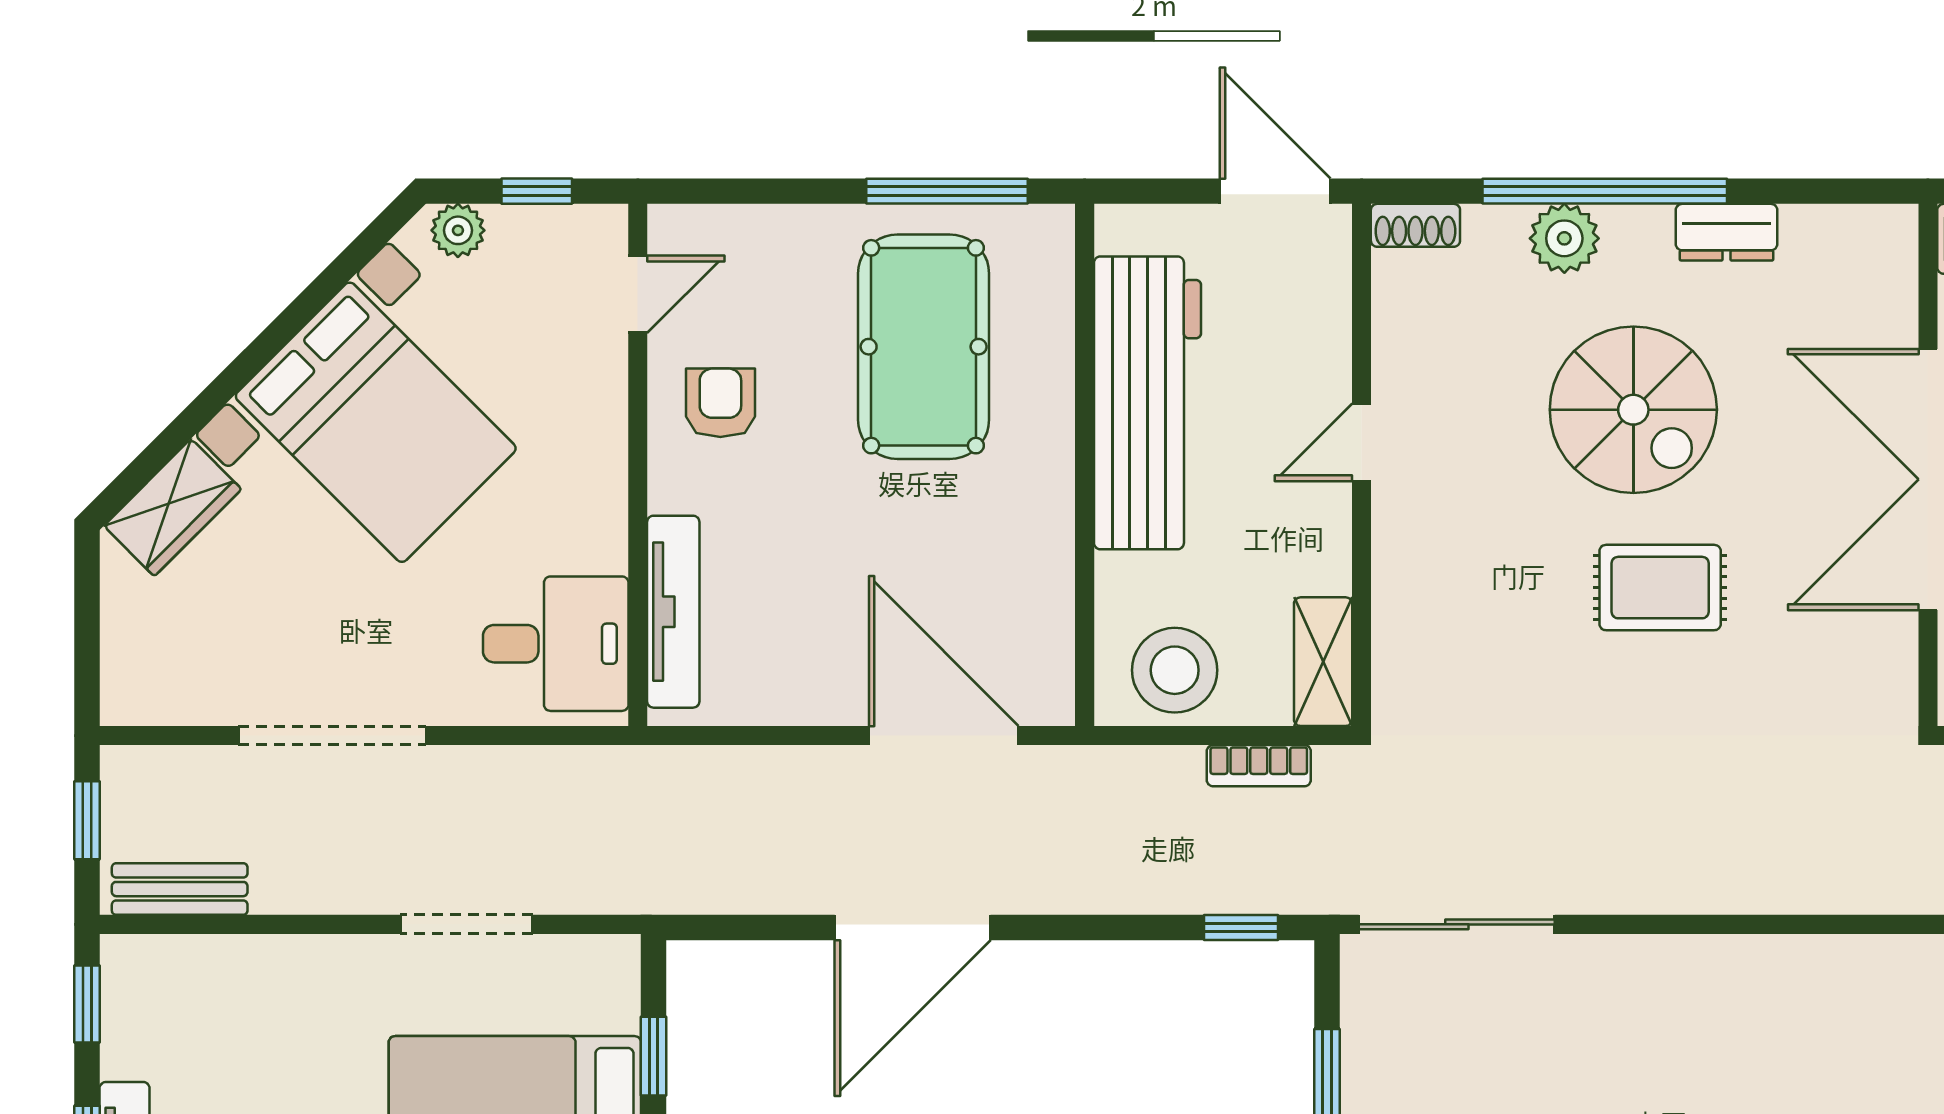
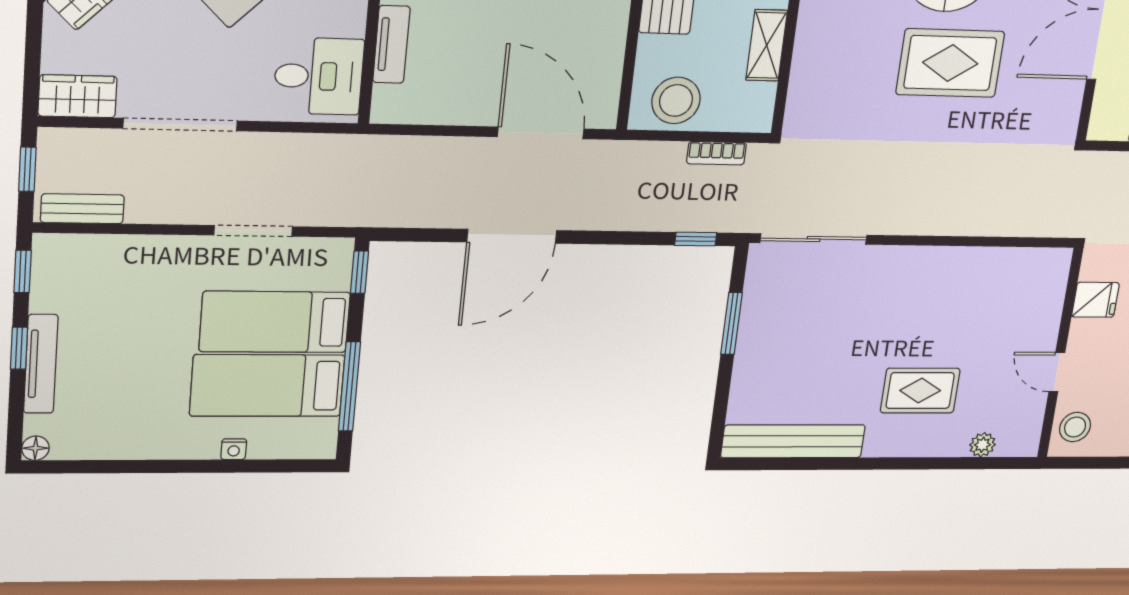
rug: (1660, 588) -> (950, 63), width x1.36, depth x1.43
tv unit: (673, 612) -> (391, 44), width x0.71
shelving: (1323, 662) -> (767, 45), moved
wardrobe: (162, 690) -> (77, 96), added
window: (654, 1056) -> (360, 272), moved

